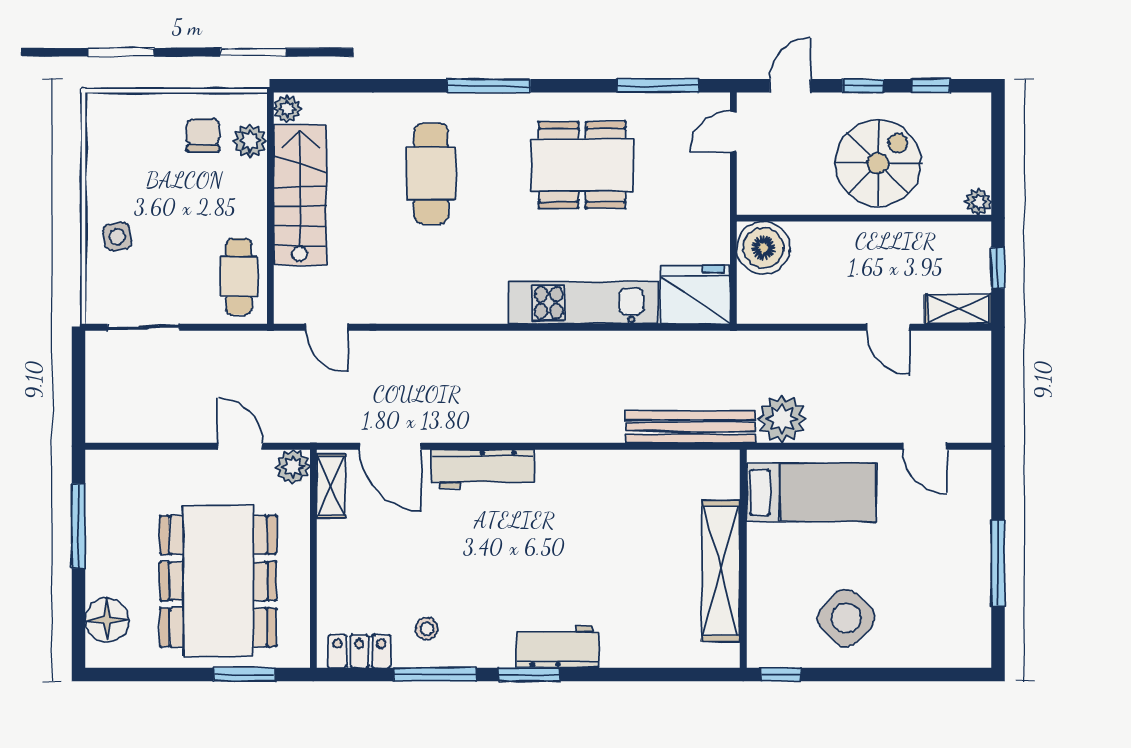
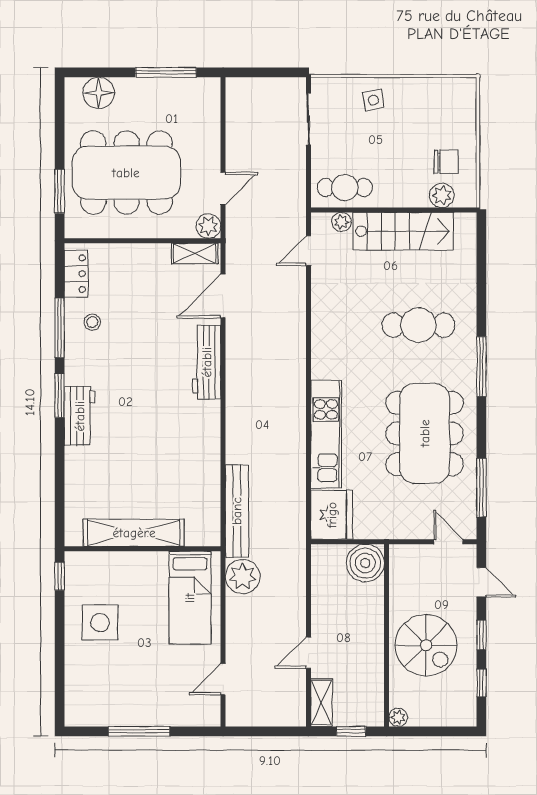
plant: (287, 109) -> (341, 222), moved
dining table: (582, 165) -> (425, 433), width x1.36, depth x1.24
side table: (846, 618) -> (100, 623), turned 45

